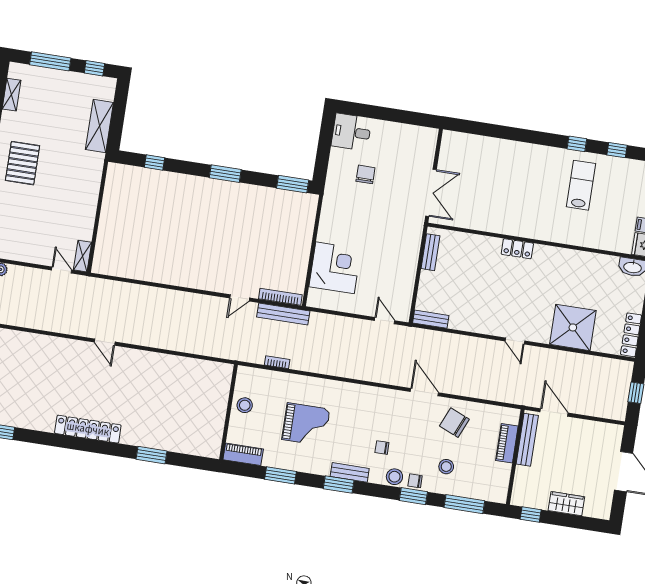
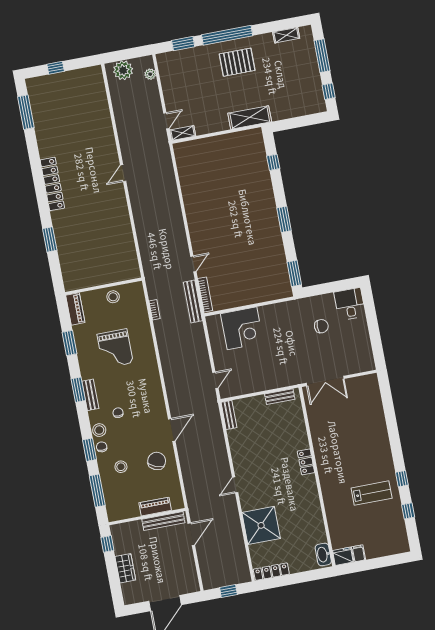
shelving: (99, 126) -> (250, 118), moved
door: (240, 298) -> (193, 264), swing flipped

